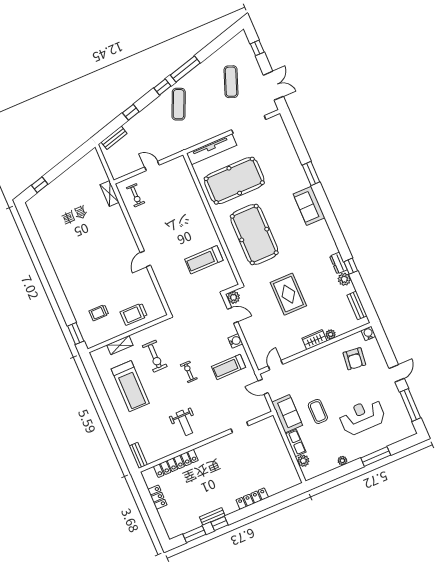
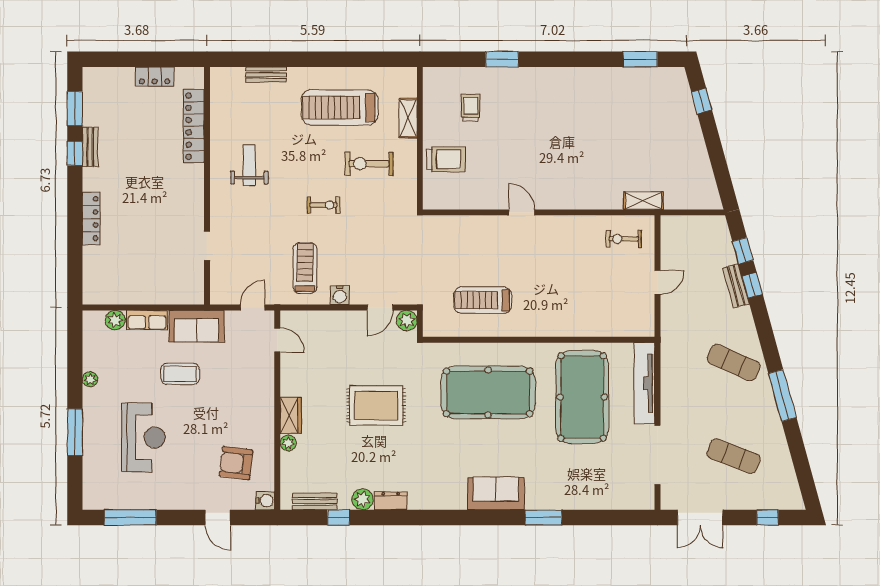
window: (162, 87) -> (743, 251), moved
bench: (114, 138) -> (736, 286), moved
window: (31, 229) -> (640, 59), added
treadmill: (204, 260) -> (483, 300), turned -90
window: (351, 266) -> (339, 517), moved
trolley: (134, 314) -> (446, 159), turned 90
window: (76, 333) -> (502, 59), moved
door: (397, 373) -> (218, 517), moved
weight bench: (184, 423) -> (249, 165), turned 90
bench: (138, 455) -> (266, 75), moved

